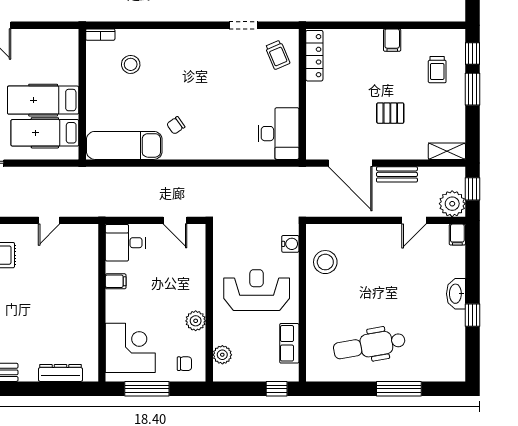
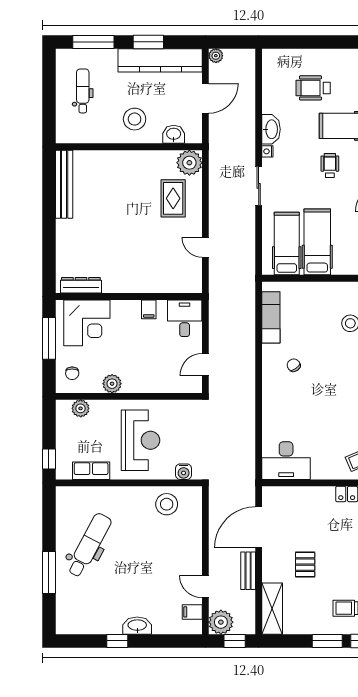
exam couch: (124, 145) -> (271, 317), width x0.73, depth x0.69
shelving: (447, 151) -> (272, 609), width x1.50, depth x1.33
filing cabinet: (457, 235) -> (192, 612), moved
dental chair: (369, 345) -> (89, 545), turned 38
dresser: (60, 373) -> (81, 285), moved, turned -90

